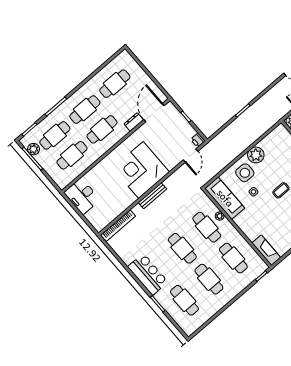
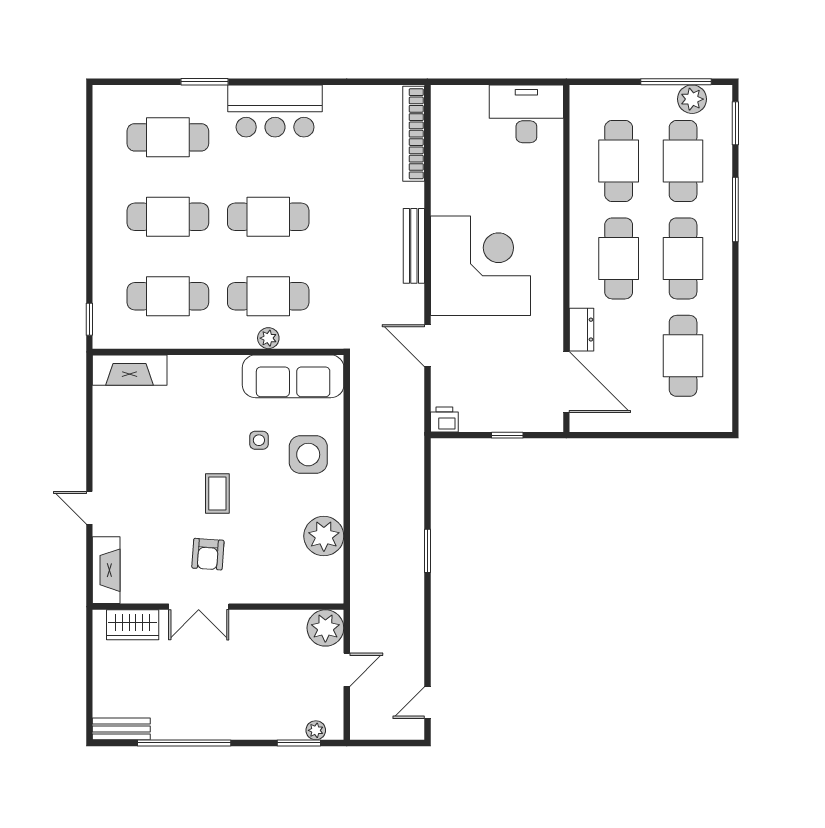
plant: (256, 155) -> (324, 536), moved
door: (191, 156) -> (427, 346), moved

